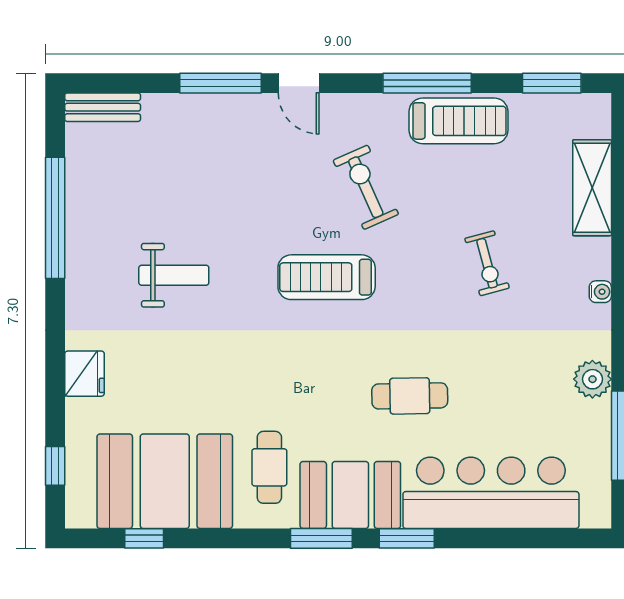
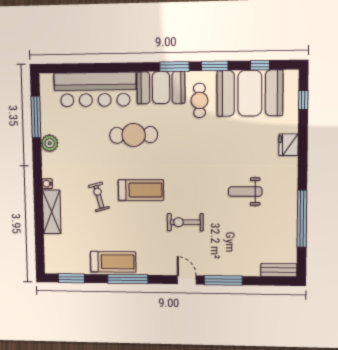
treadmill: (458, 121) -> (113, 262), turned 180
exercise bike: (366, 187) -> (185, 222), moved, turned 114
shelving: (592, 188) -> (52, 212), moved
treadmill: (327, 277) -> (141, 190), moved
cafe table: (410, 396) -> (134, 135), width x1.37, depth x1.35
window: (407, 538) -> (215, 66), moved

